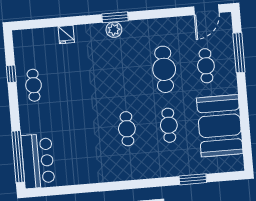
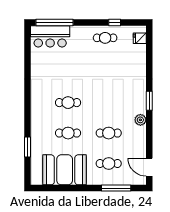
plant: (114, 30) -> (140, 120), moved
fridge: (66, 35) -> (140, 38), moved
cafe table: (164, 69) -> (109, 133), width x0.73, depth x0.74

